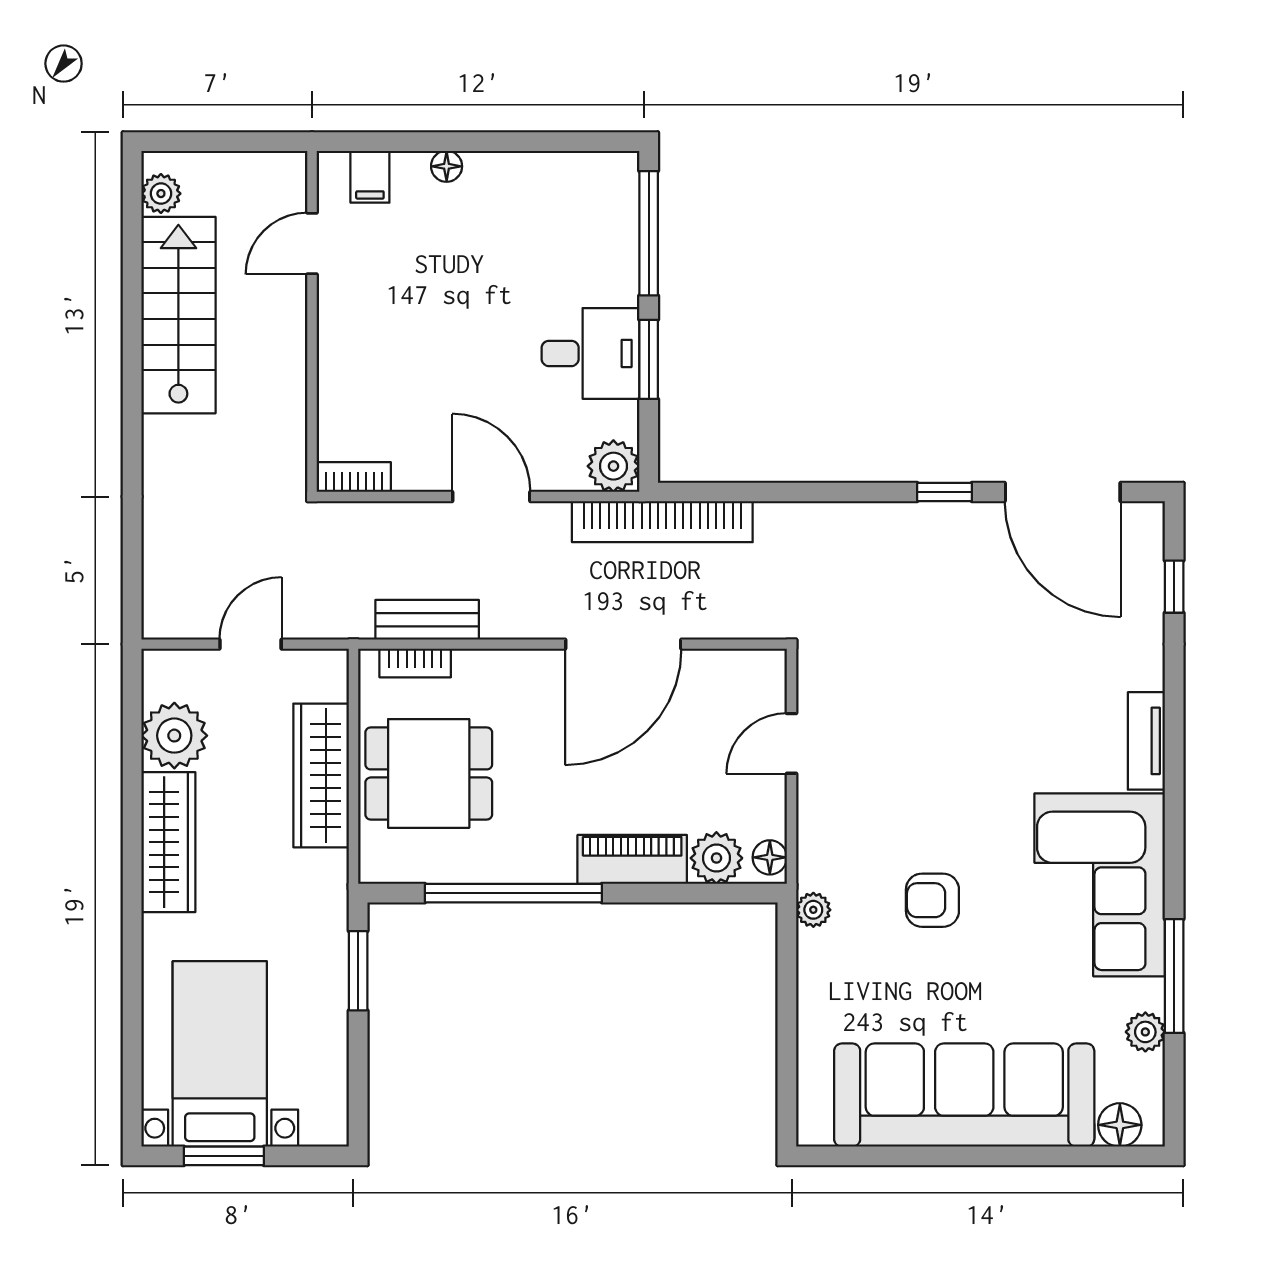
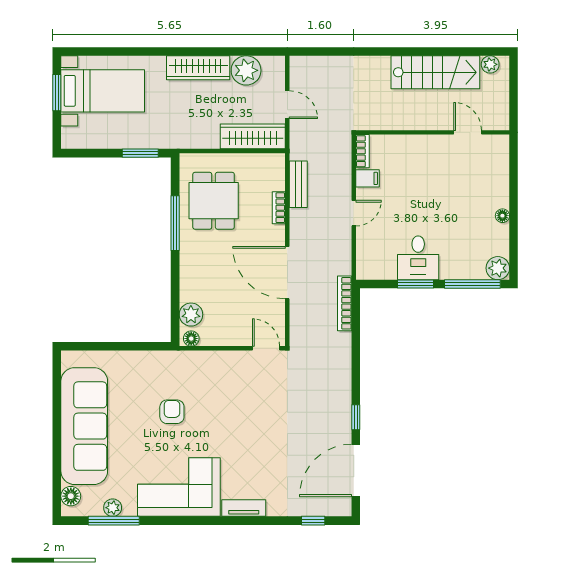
floor lamp: (447, 166) -> (502, 216), moved
filing cabinet: (370, 177) -> (367, 178), moved, turned 180
plant: (613, 466) -> (498, 268), moved
door: (491, 497) -> (354, 213), width x0.73
bookcase: (662, 522) -> (345, 303), width x0.68, depth x0.76
bookcase: (415, 663) -> (279, 208), moved
door: (792, 743) -> (266, 348), moved
dining table: (429, 773) -> (214, 201), moved
wardrobe: (321, 775) -> (253, 136), moved
piano: (632, 859) -> (190, 277), removed
window: (513, 893) -> (175, 223), width x0.68
plant: (813, 910) -> (168, 358), removed
window: (1174, 976) -> (114, 521), moved

